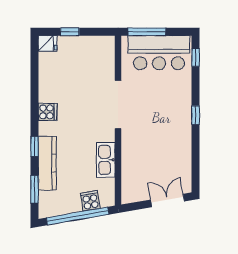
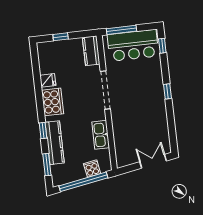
fridge: (48, 43) -> (48, 80), moved
kitchen counter: (106, 54) -> (91, 51), added
cooker: (48, 112) -> (53, 102), width x1.87, depth x1.31

